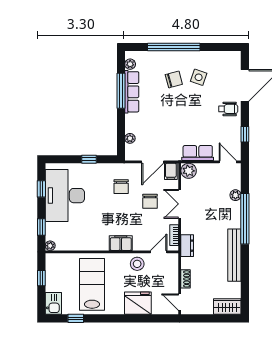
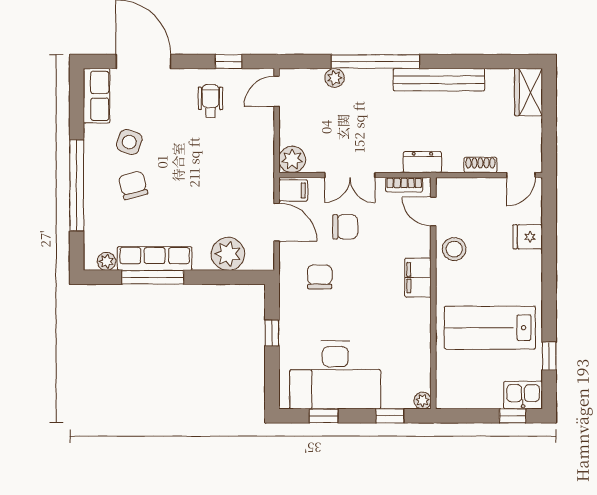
wheelchair: (228, 109) -> (210, 101), moved
plant: (130, 138) -> (228, 254), width x1.88, depth x1.88
row of seats: (198, 153) -> (97, 96), moved, turned 180
chair: (121, 187) -> (320, 277), turned -90
window: (41, 278) -> (513, 416), moved
fridge: (138, 303) -> (528, 237), width x0.53, depth x0.75

